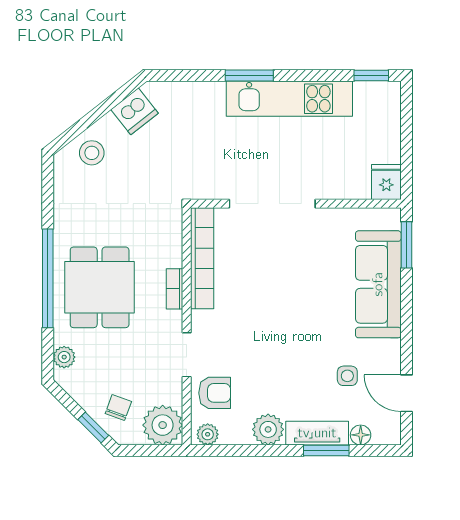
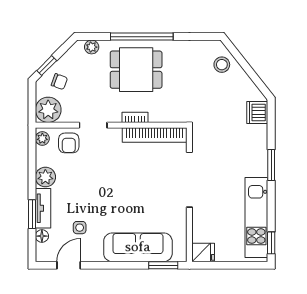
kitchen unit: (289, 99) -> (256, 218), moved
dishwasher: (135, 111) -> (257, 113), moved, turned 38

